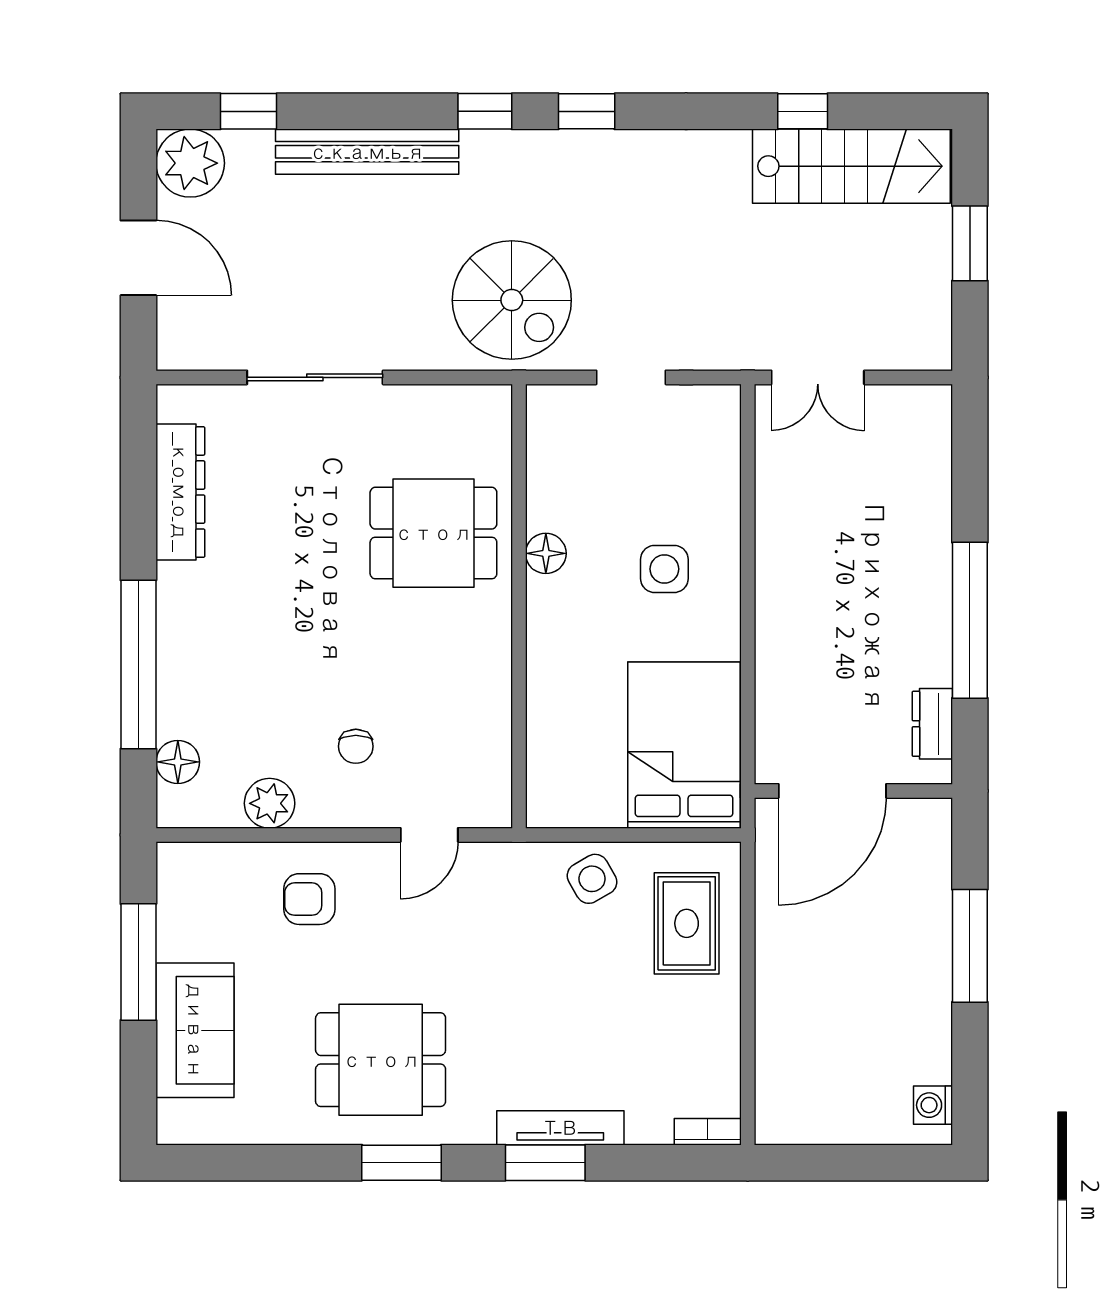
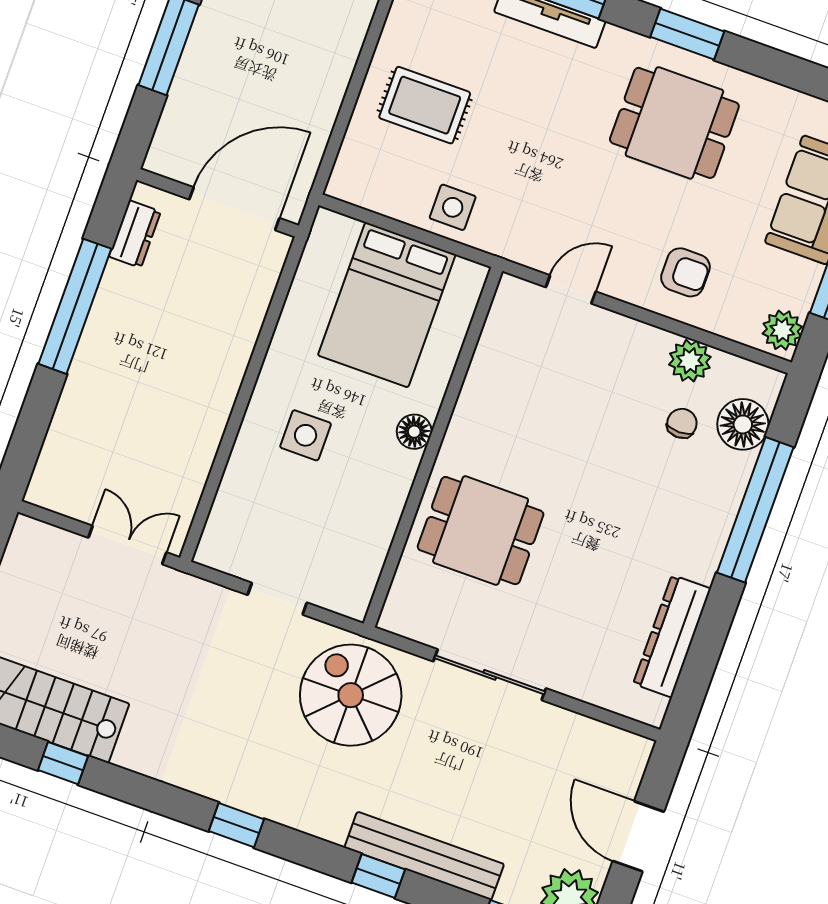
window: (485, 111) -> (378, 876), moved
sliding door: (315, 377) -> (490, 675), moved
floor lamp: (546, 553) -> (414, 432), moved
bed: (684, 745) -> (387, 305), moved
chair: (356, 746) -> (682, 423), moved
floor lamp: (178, 762) -> (743, 424), width x1.38, depth x1.38
plant: (180, 874) -> (782, 330), added
side table: (592, 879) -> (453, 207), turned 30
rug: (687, 923) -> (425, 105), moved, turned 90

